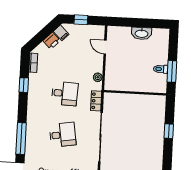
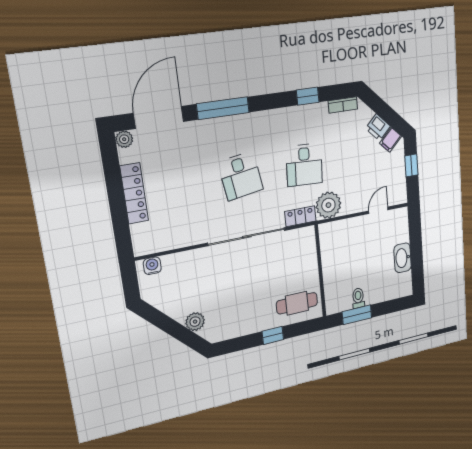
plant: (98, 77) -> (328, 205), width x1.87, depth x1.87
cafe table: (152, 112) -> (297, 303), added

